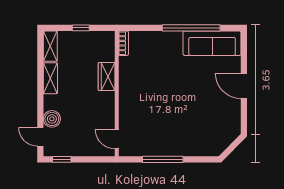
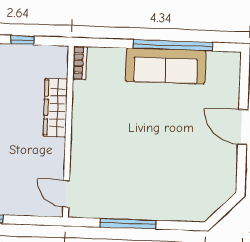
sofa: (212, 43) -> (166, 66), moved
wardrobe: (107, 77) -> (55, 108), width x1.50

